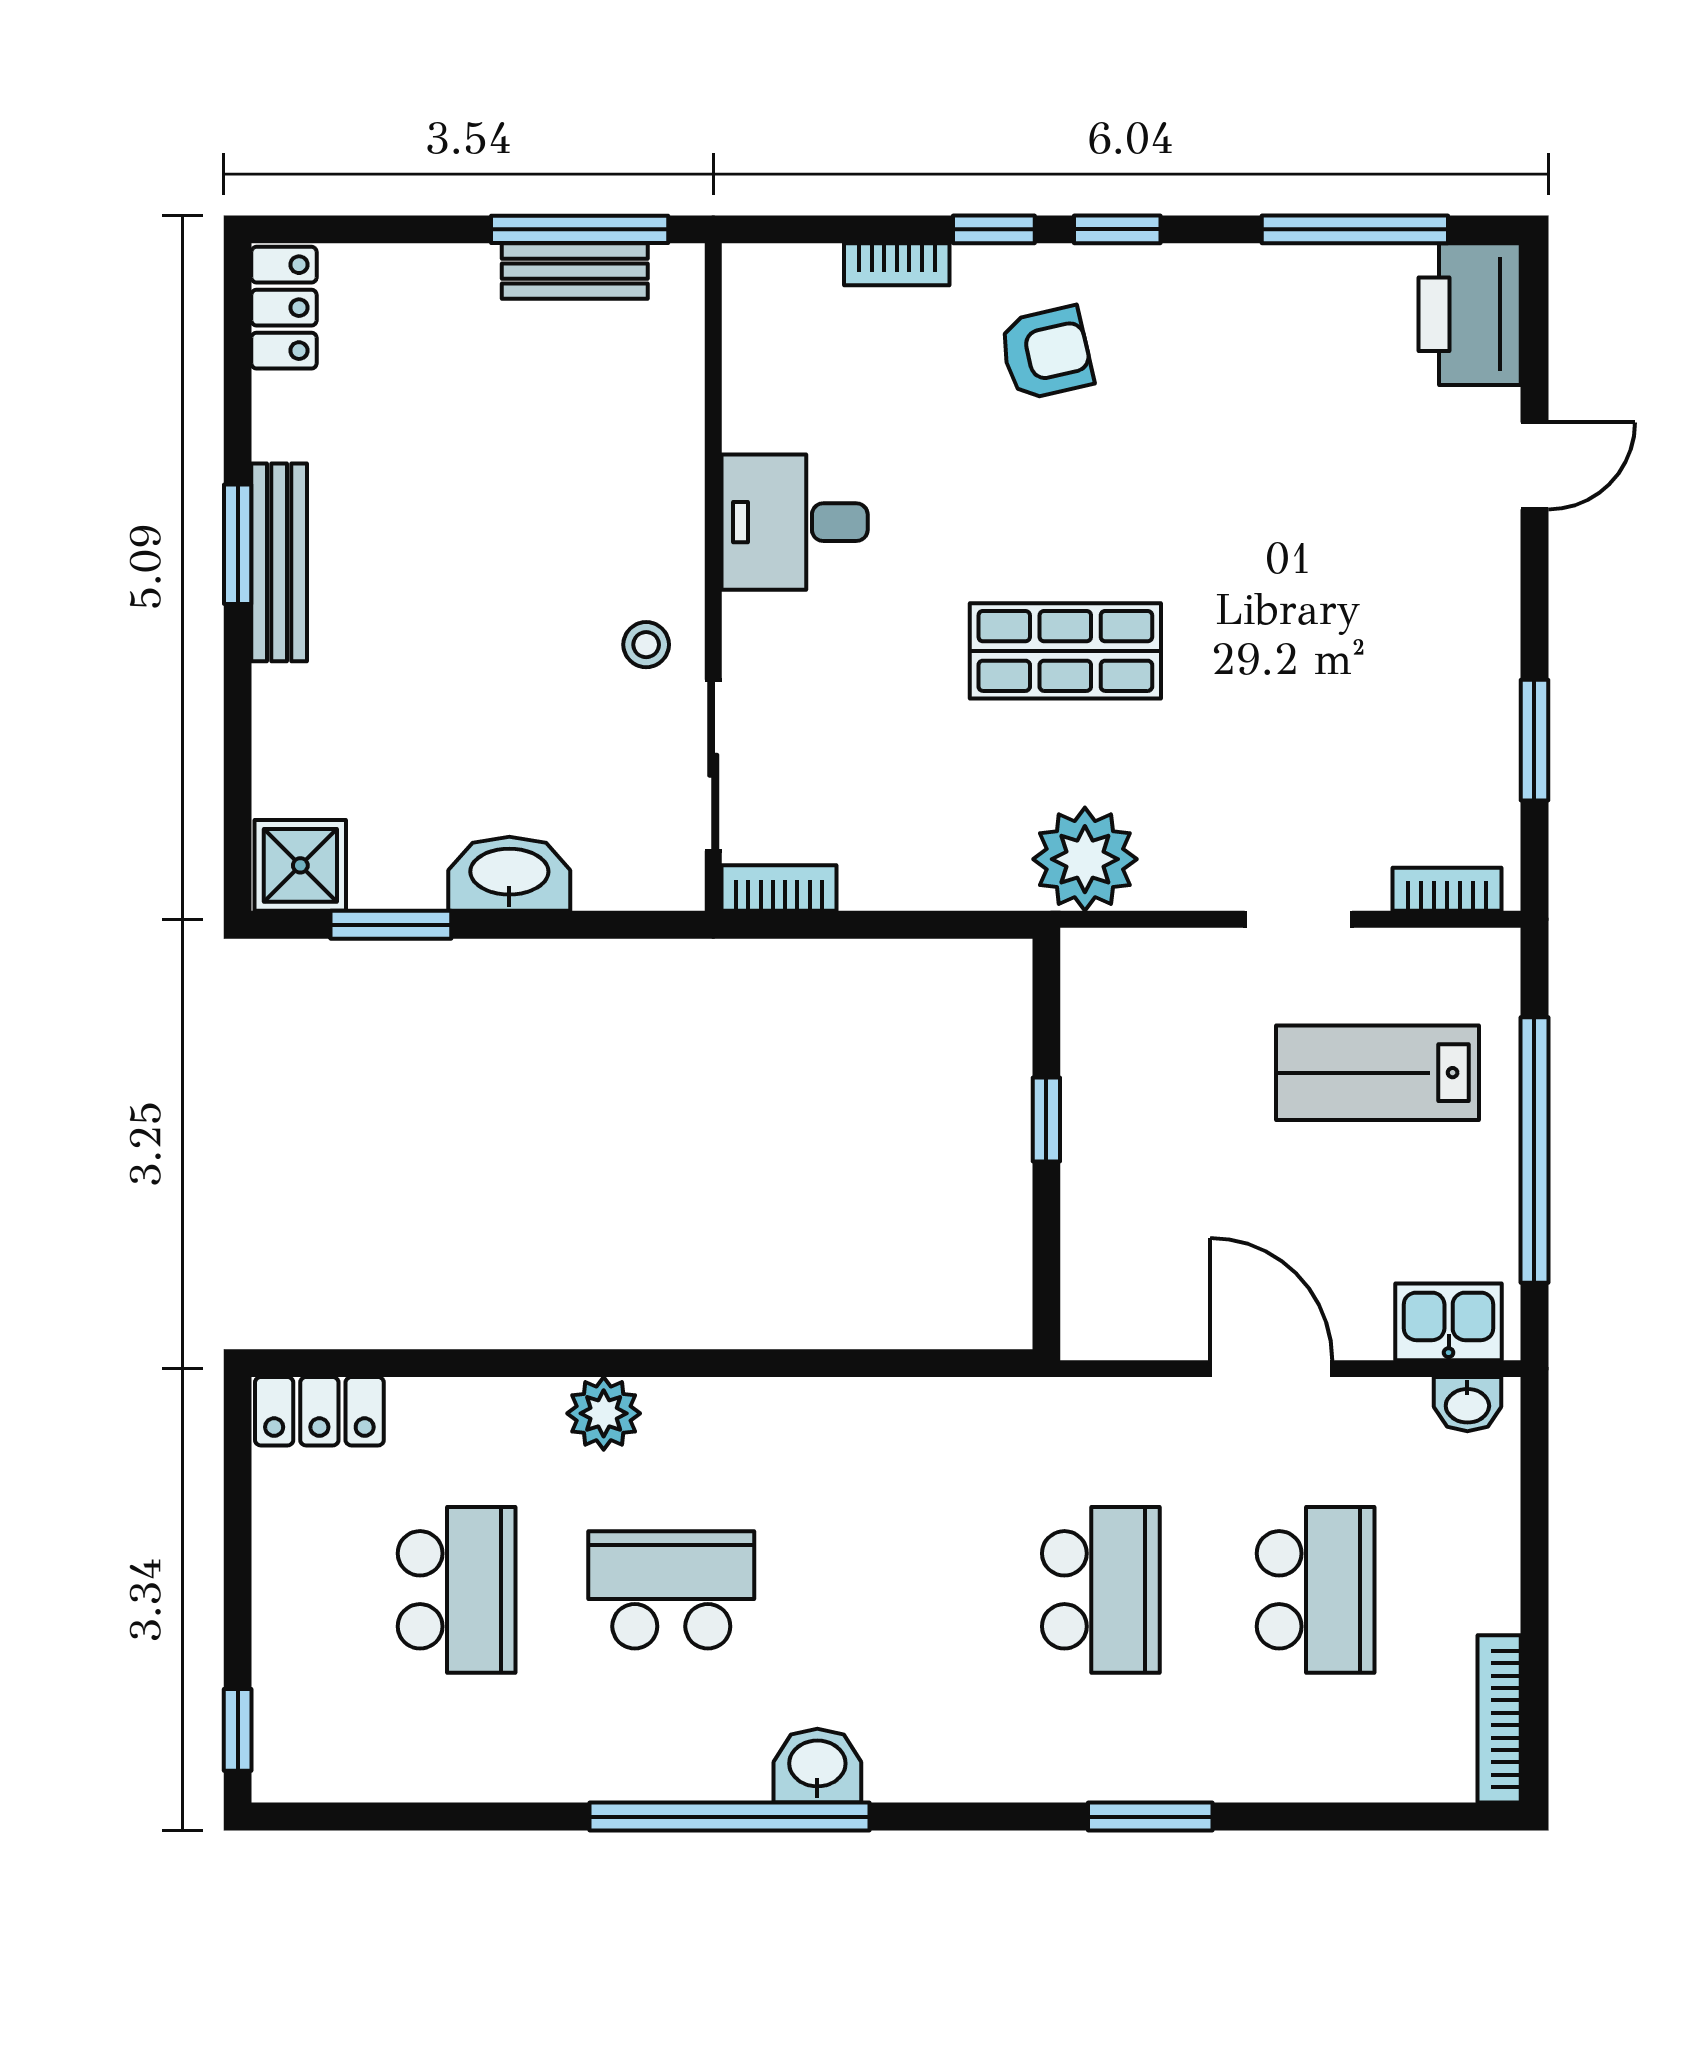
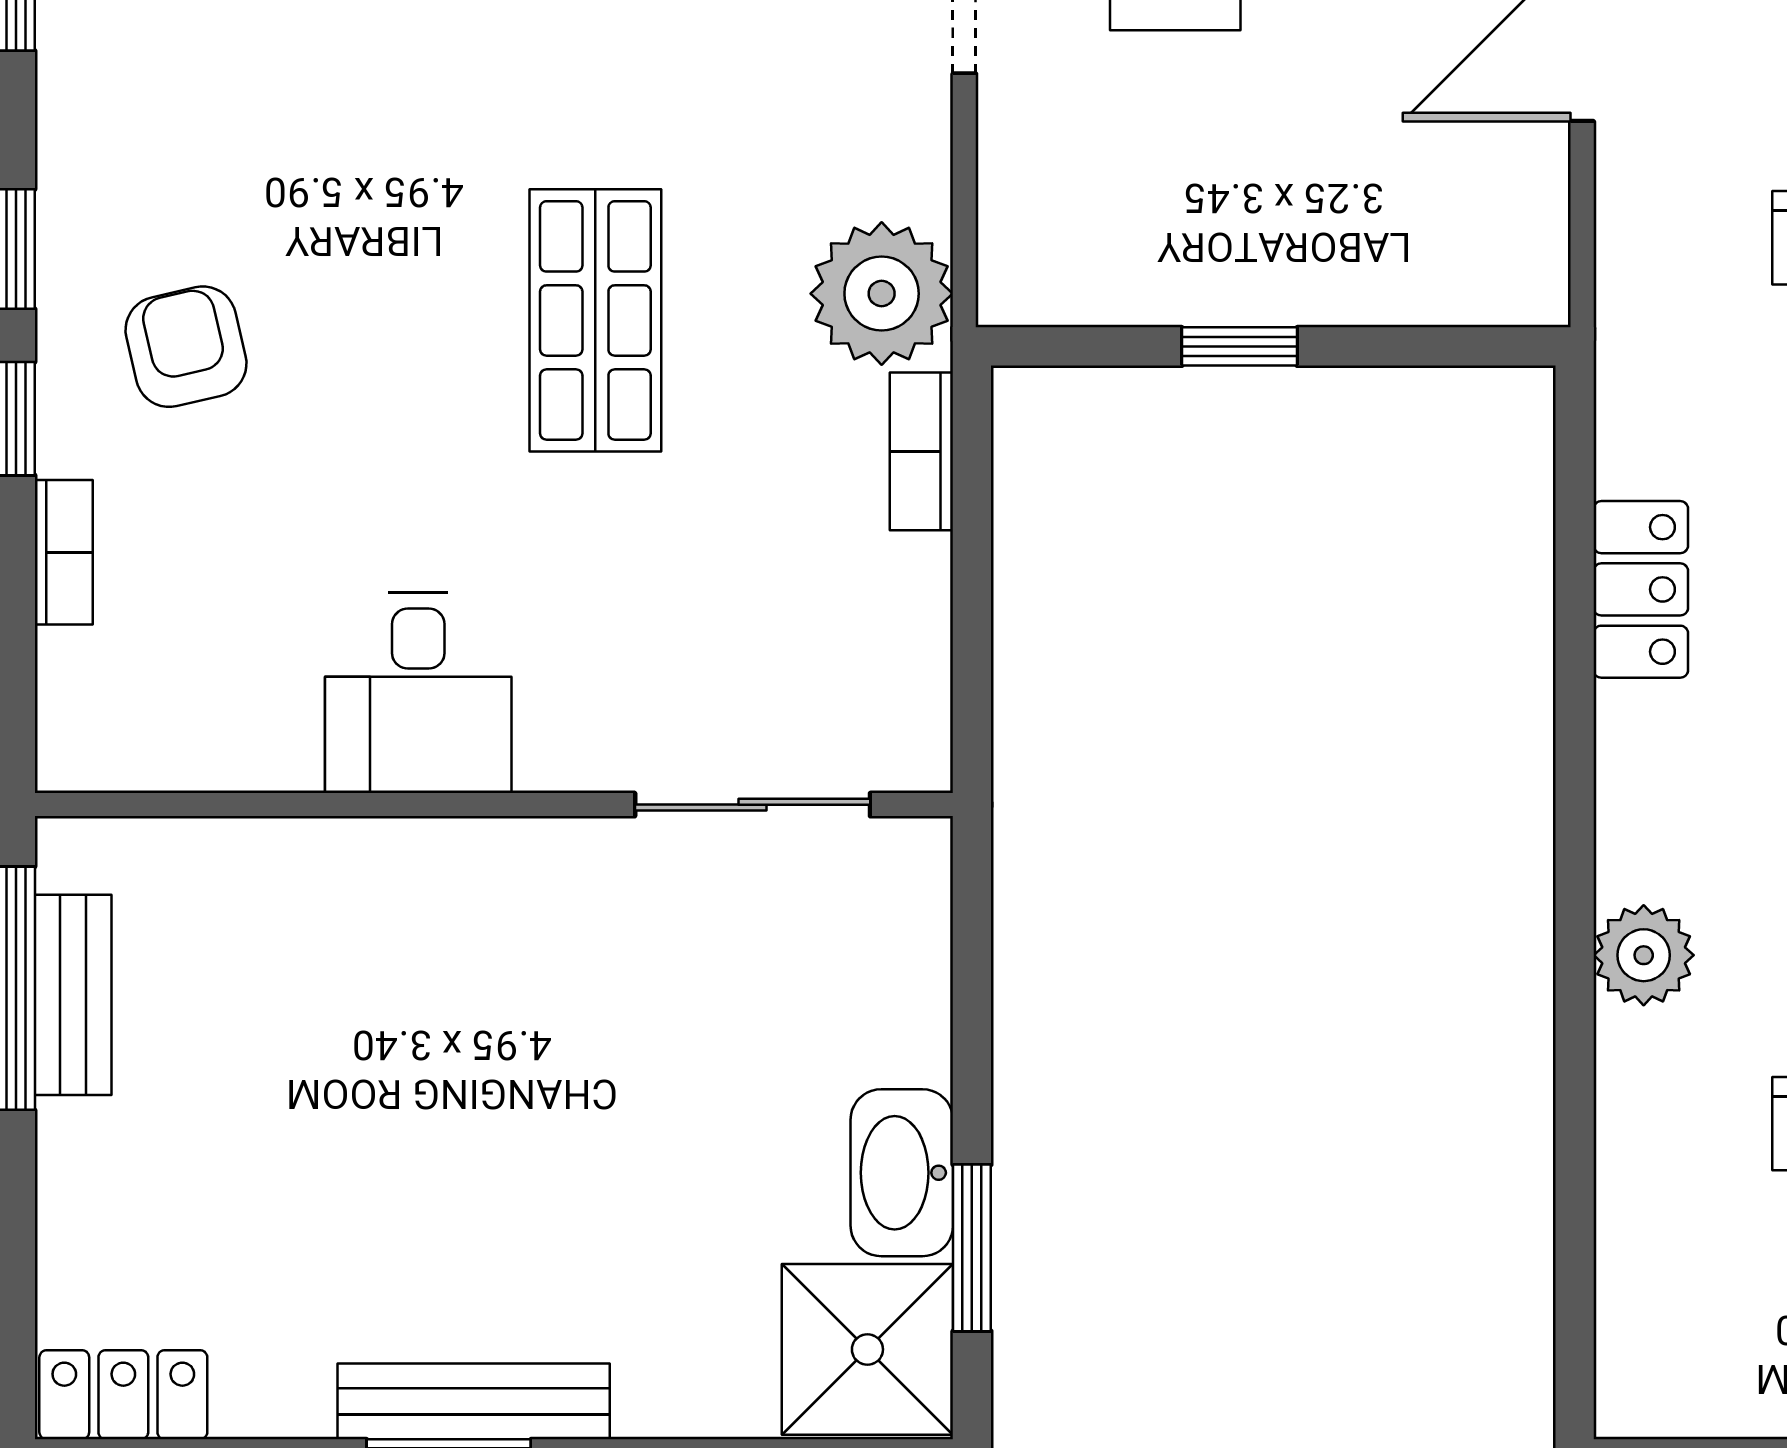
stool: (646, 645) -> (587, 897), removed
shower: (300, 865) -> (867, 1349), width x1.36, depth x1.36
washbasin: (509, 874) -> (902, 1173), moved
bookcase: (779, 888) -> (921, 451), moved
locker: (319, 1411) -> (1641, 589), moved

